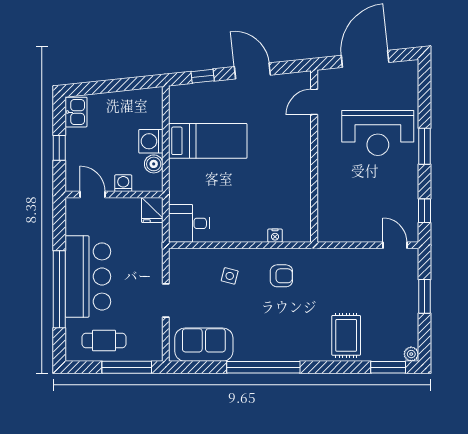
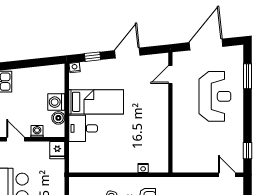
door: (252, 71) -> (127, 53), hinge flipped
nightstand: (177, 92) -> (75, 68), added
reception desk: (378, 133) -> (215, 96), turned -90
window: (424, 146) -> (248, 76), moved
desk: (189, 223) -> (83, 128), moved

